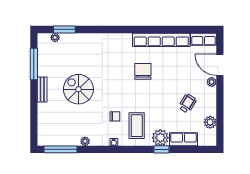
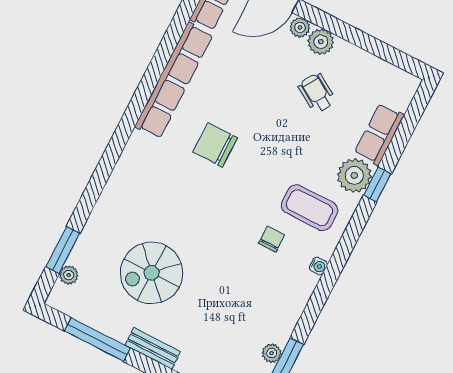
spiral stairs: (78, 89) -> (152, 273), moved
plant: (210, 122) -> (321, 42), moved
plant: (85, 141) -> (272, 353), moved

